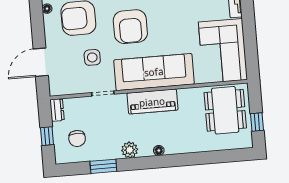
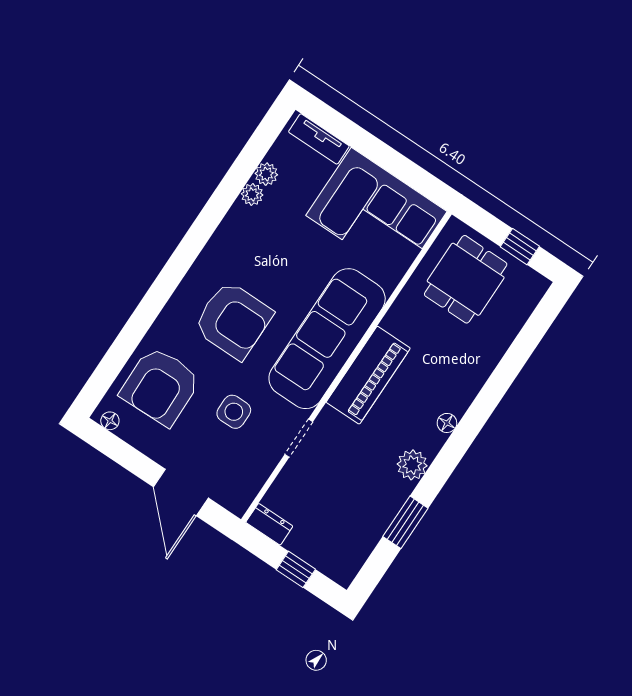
dining table: (225, 110) -> (466, 279), width x0.73
chair: (77, 139) -> (334, 528), removed

